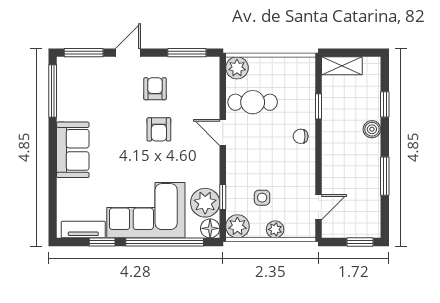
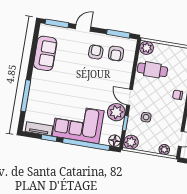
window: (53, 91) -> (26, 96), moved
armchair: (159, 129) -> (116, 54), moved
door: (223, 133) -> (130, 97), moved
sofa: (73, 150) -> (45, 53), moved
side table: (262, 198) -> (146, 117), moved
plant: (205, 203) -> (116, 112), moved
plant: (275, 229) -> (164, 150), moved

